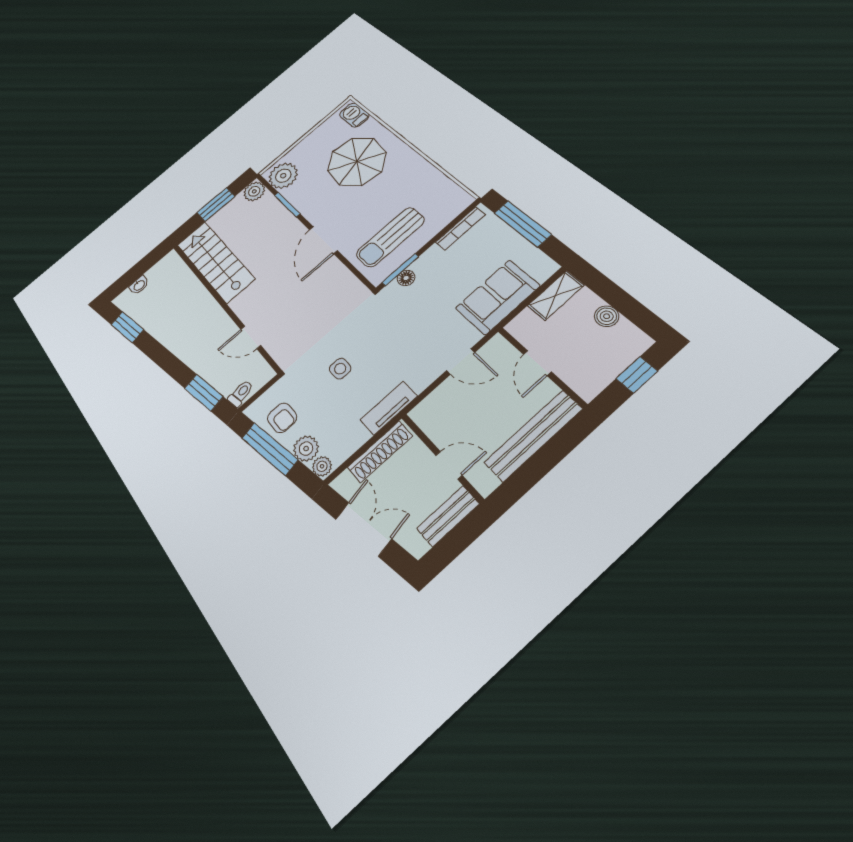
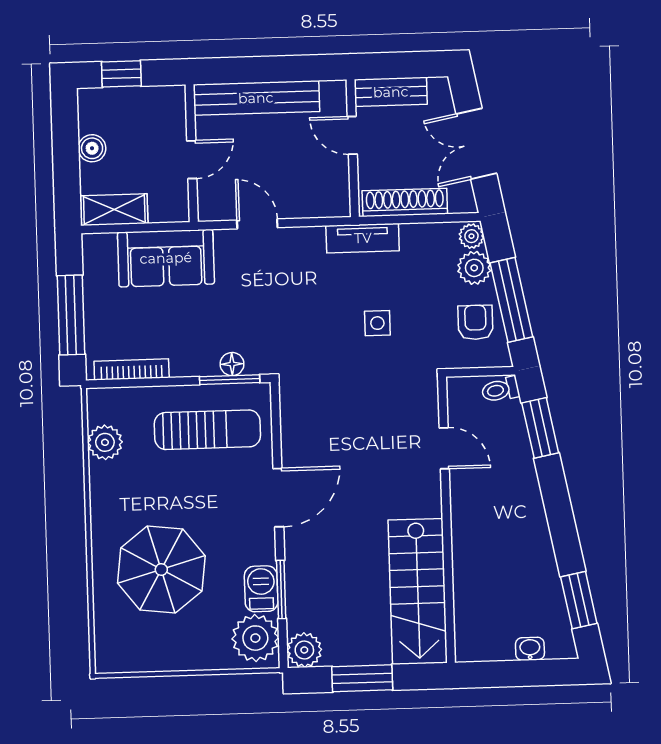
barbecue: (354, 115) -> (261, 589), moved, turned 180
plant: (441, 186) -> (105, 442), added

